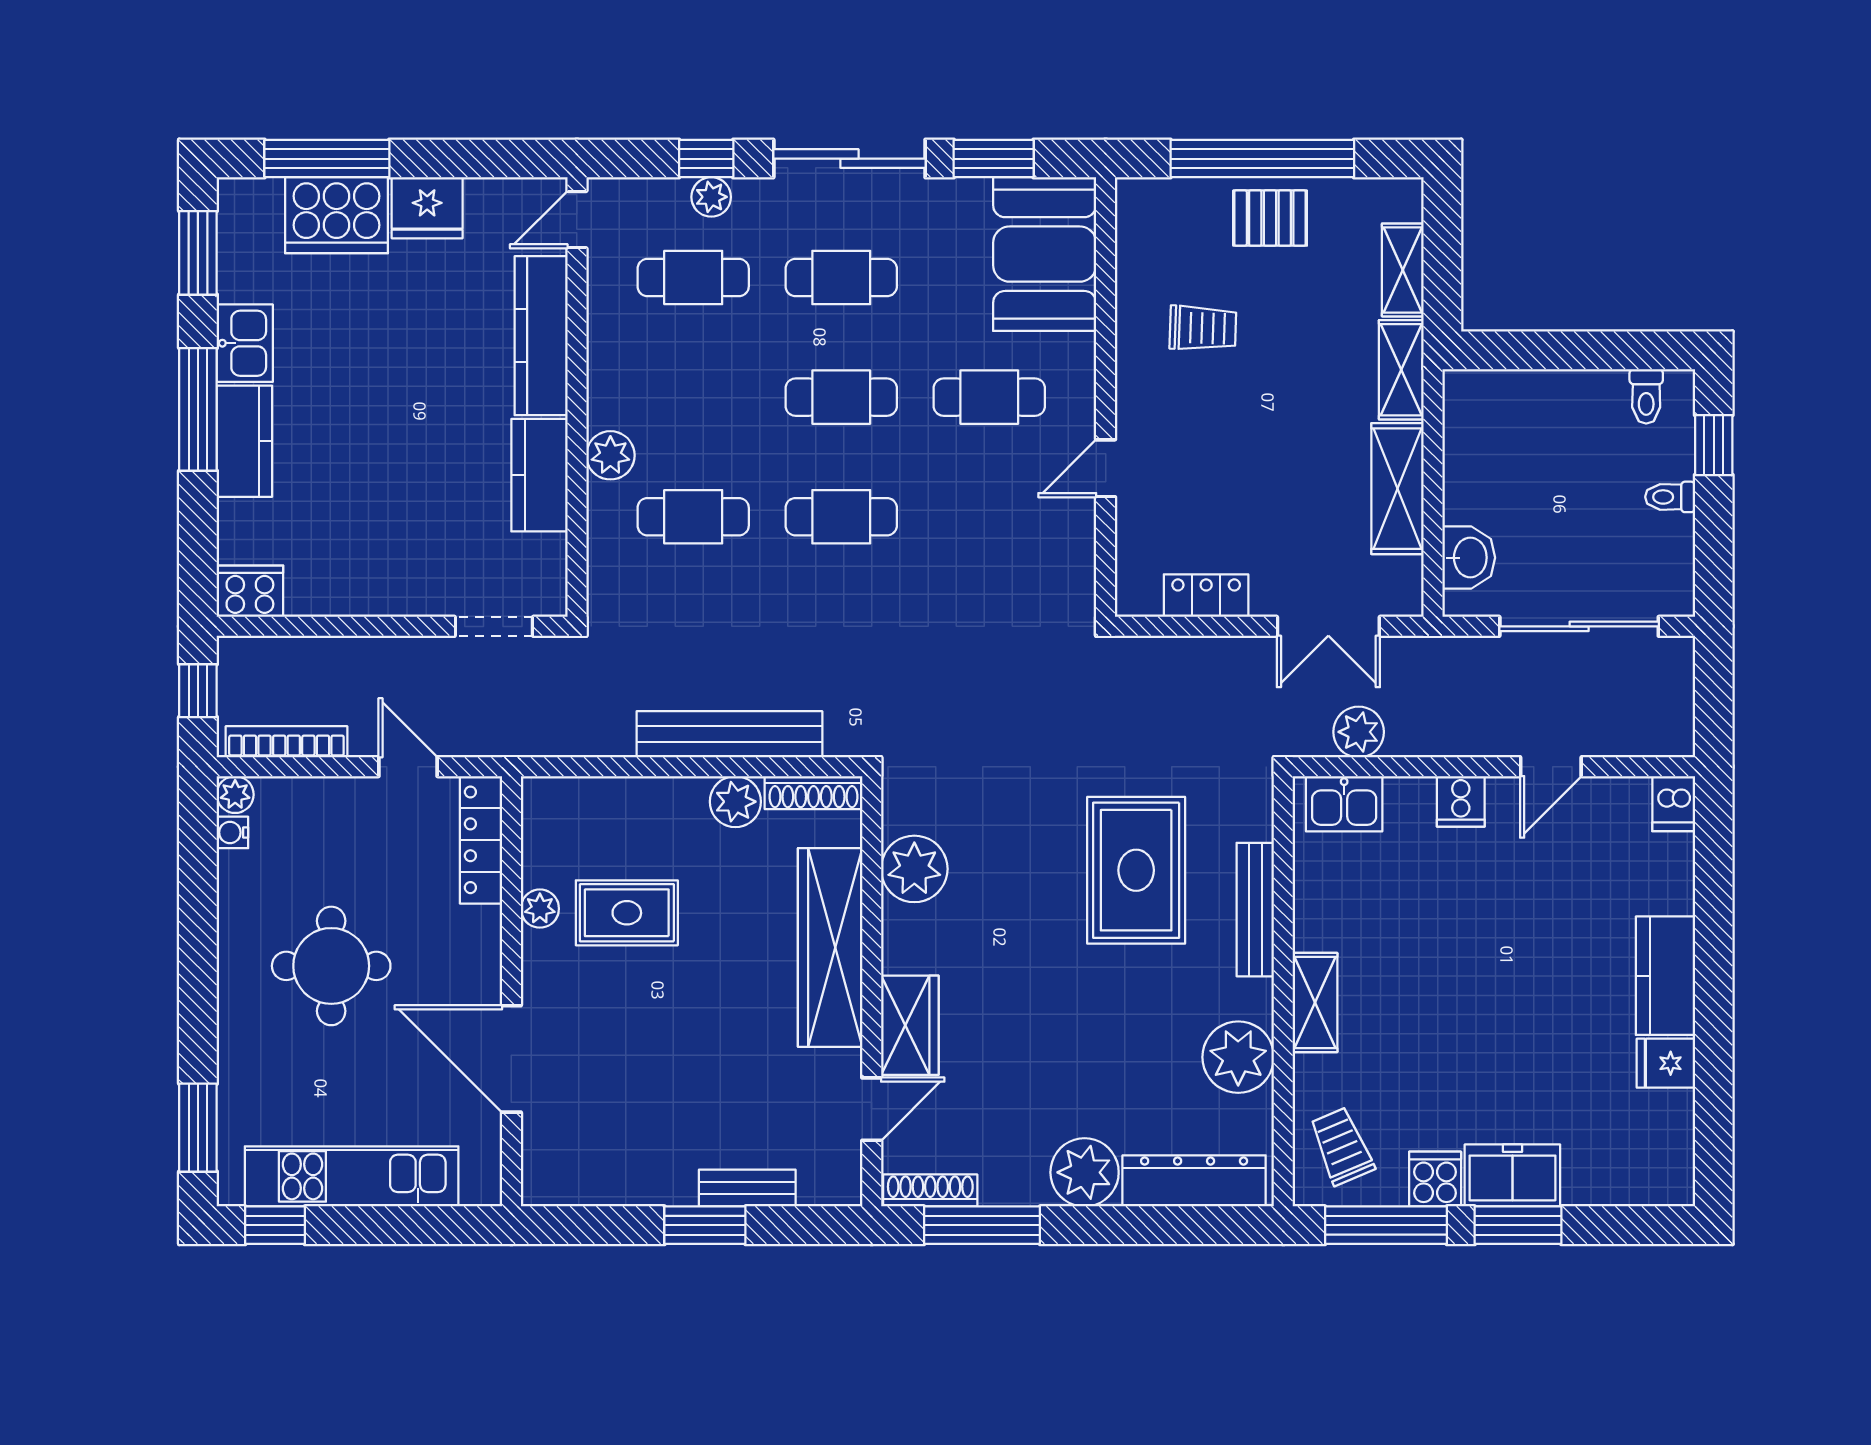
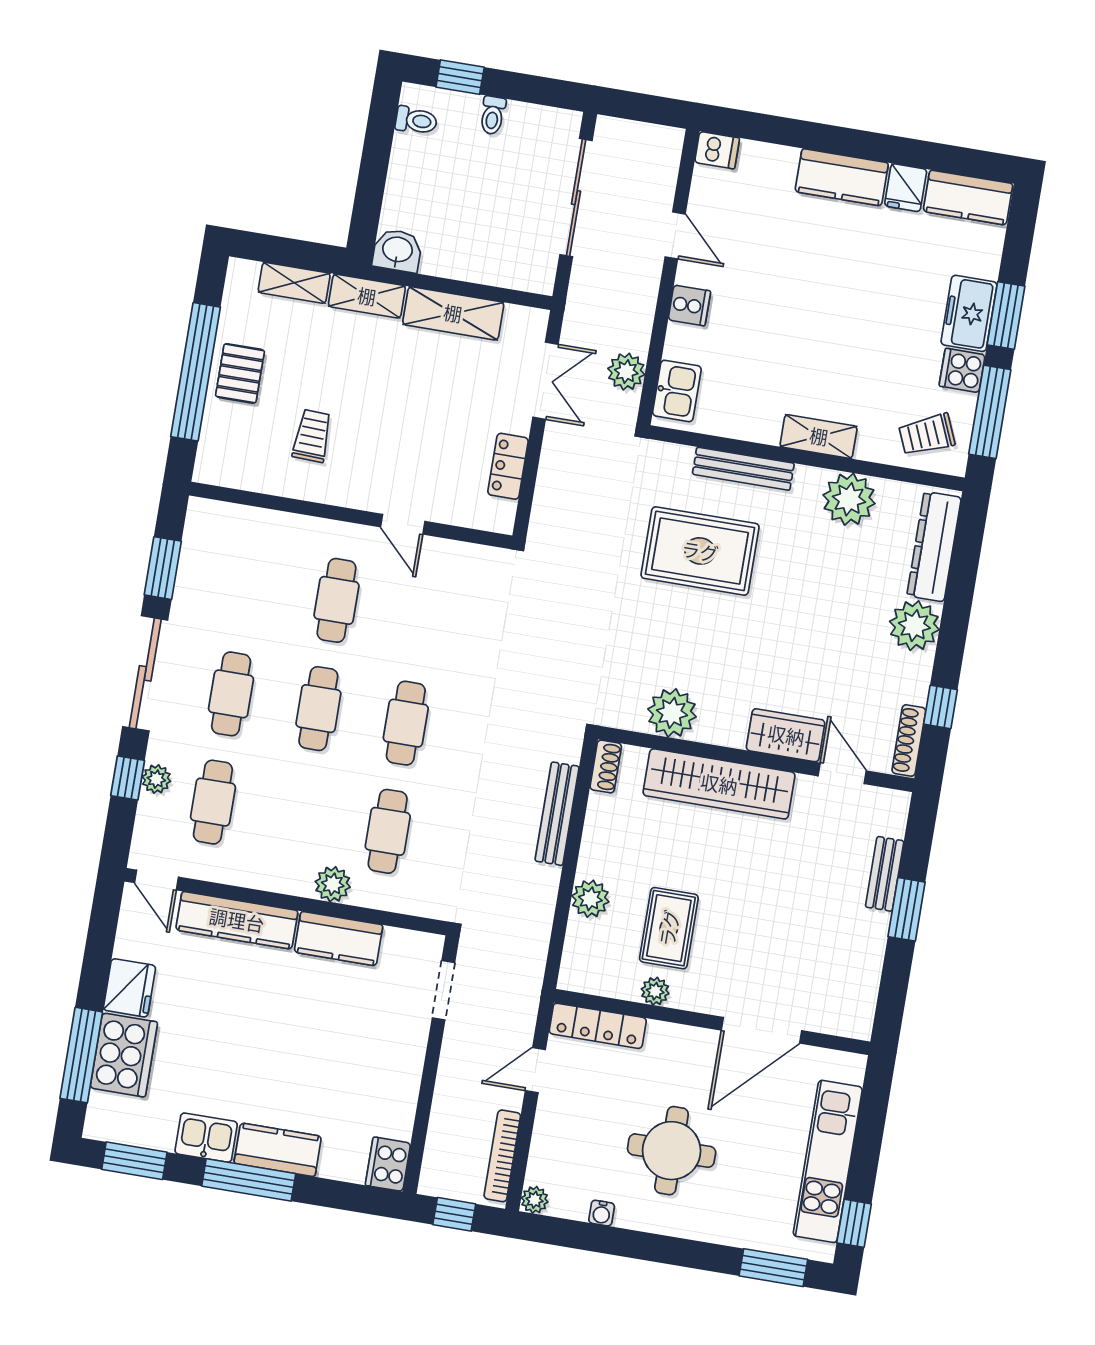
booth: (1045, 254) -> (239, 542), removed
washbasin: (1469, 558) -> (397, 251), moved
bench: (729, 734) -> (557, 814), width x0.73, depth x0.82
shoe rack: (813, 793) -> (606, 766), width x0.70
plant: (735, 802) -> (590, 899), moved
water cooler: (232, 832) -> (602, 1213), moved
kitchen counter: (1667, 1148) -> (968, 198), added
window: (982, 1225) -> (940, 707), width x0.46

